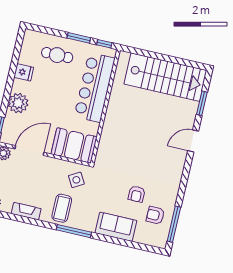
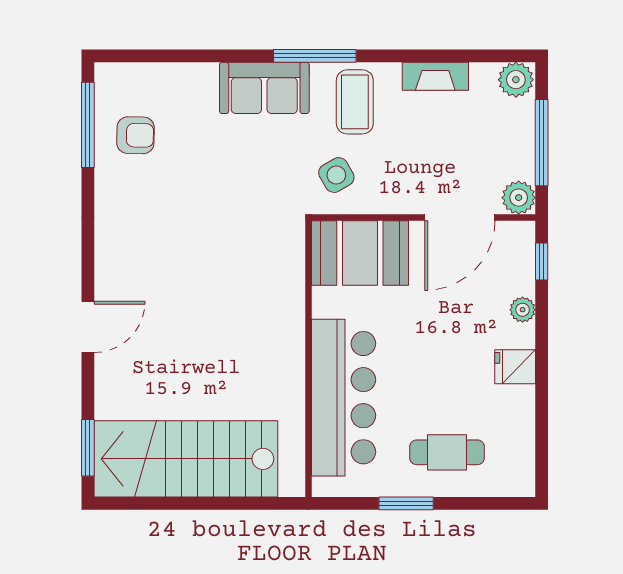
window: (104, 44) -> (344, 503), removed
fridge: (24, 72) -> (515, 367), moved
plant: (18, 103) -> (523, 310), width x0.53, depth x0.53
window: (202, 103) -> (88, 448), moved
armchair: (137, 194) -> (190, 174), removed
sofa: (116, 227) -> (264, 88), moved

